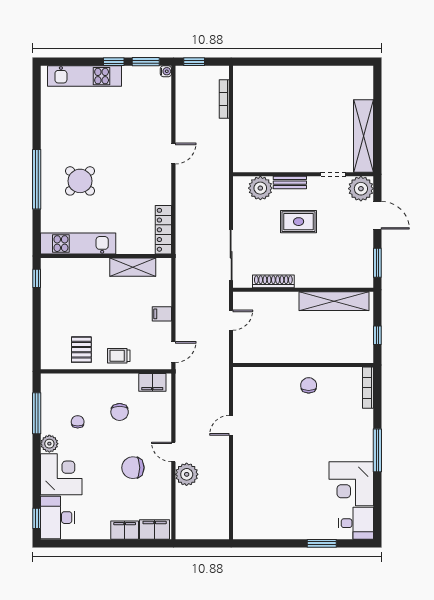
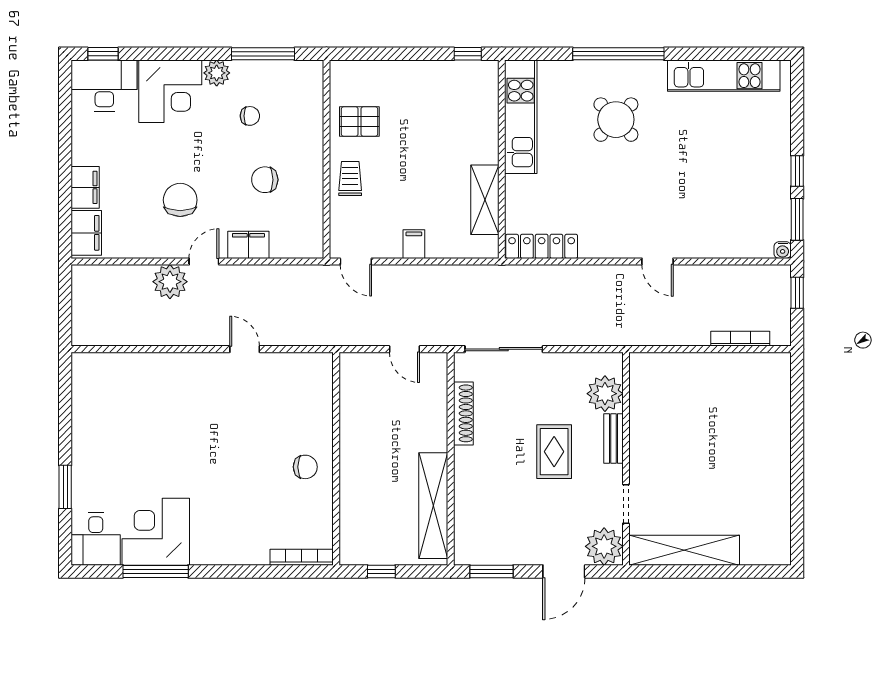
kitchen unit: (85, 76) -> (724, 76), moved, turned -90
filing cabinet: (152, 382) -> (248, 245), moved, turned 90
window: (377, 450) -> (156, 571), moved

